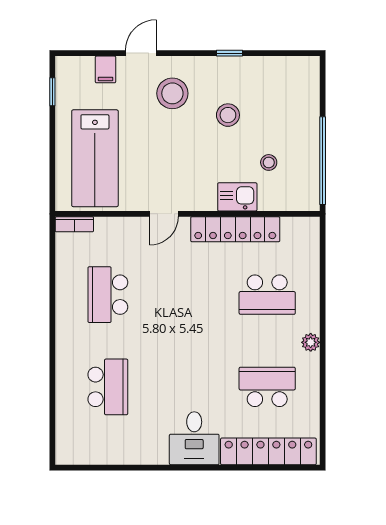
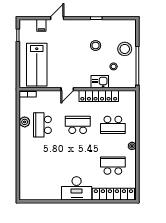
stool: (172, 93) -> (125, 49), moved
plant: (67, 288) -> (25, 122), added
school desk: (108, 387) -> (78, 125), moved, turned -90
desk: (194, 438) -> (77, 188), width x1.37

